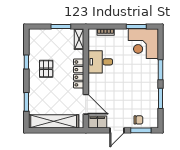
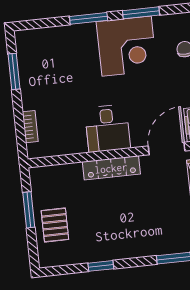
shelving: (79, 39) -> (48, 174), removed
corner desk: (143, 44) -> (127, 46), moved
desk: (100, 62) -> (108, 128), moved
pallet: (46, 69) -> (55, 225), moved, turned 90

